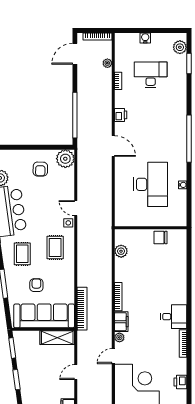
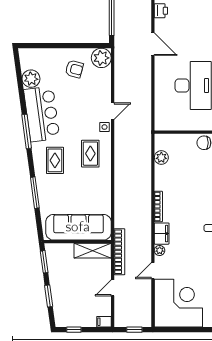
armchair: (40, 169) -> (74, 69), turned -76
door: (76, 208) -> (113, 111), swing flipped
armchair: (36, 285) -> (70, 194), removed
bookcase: (82, 309) -> (119, 252), moved

